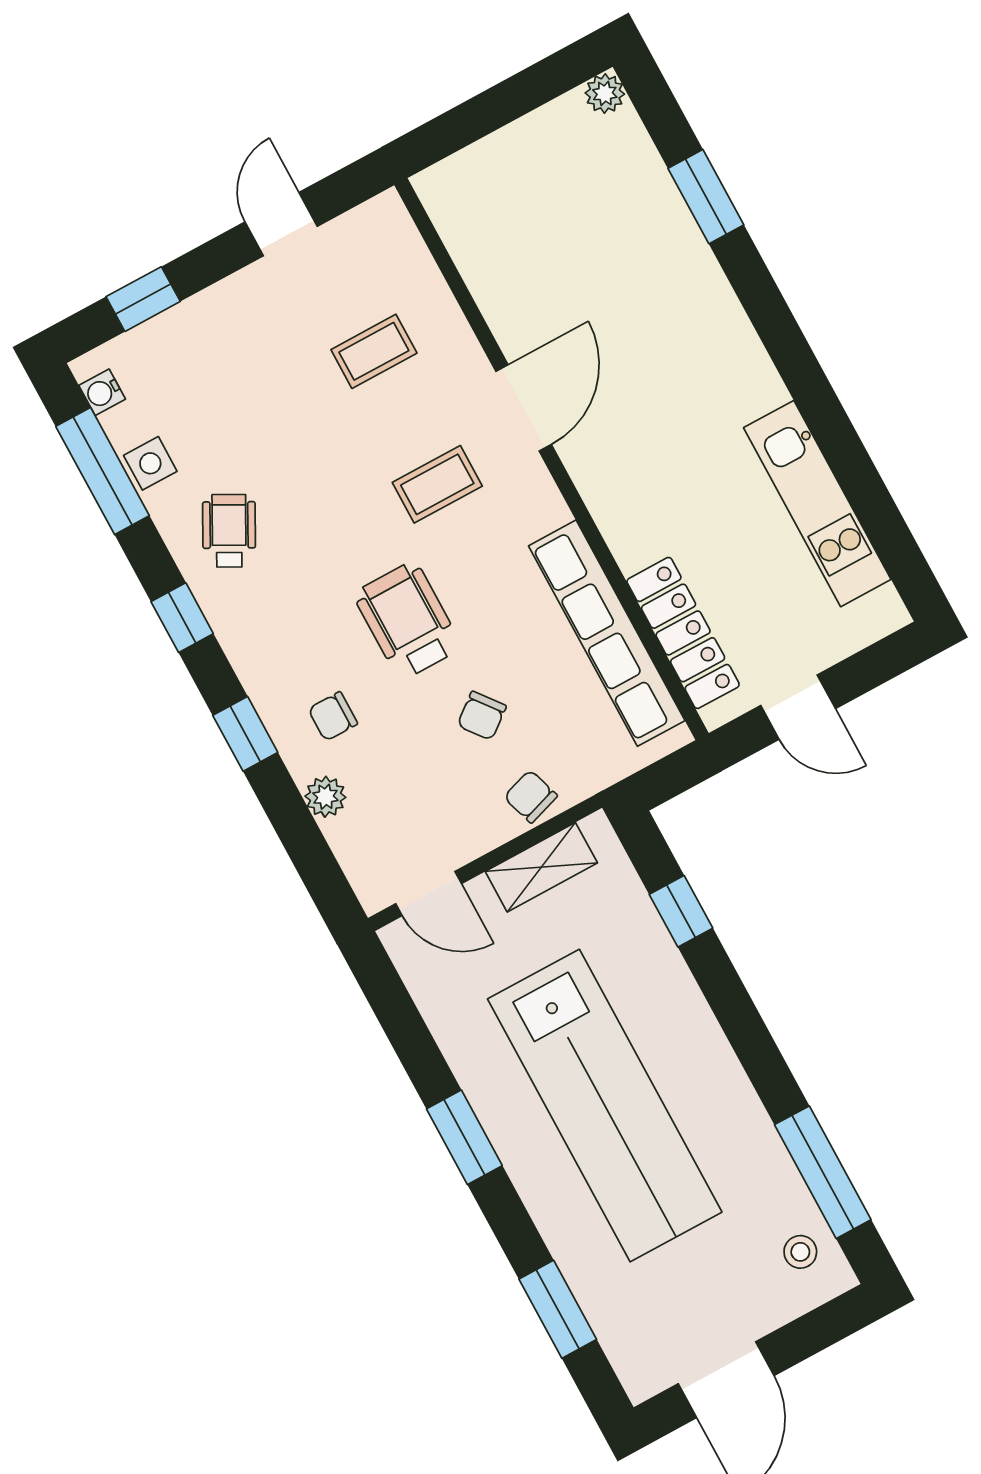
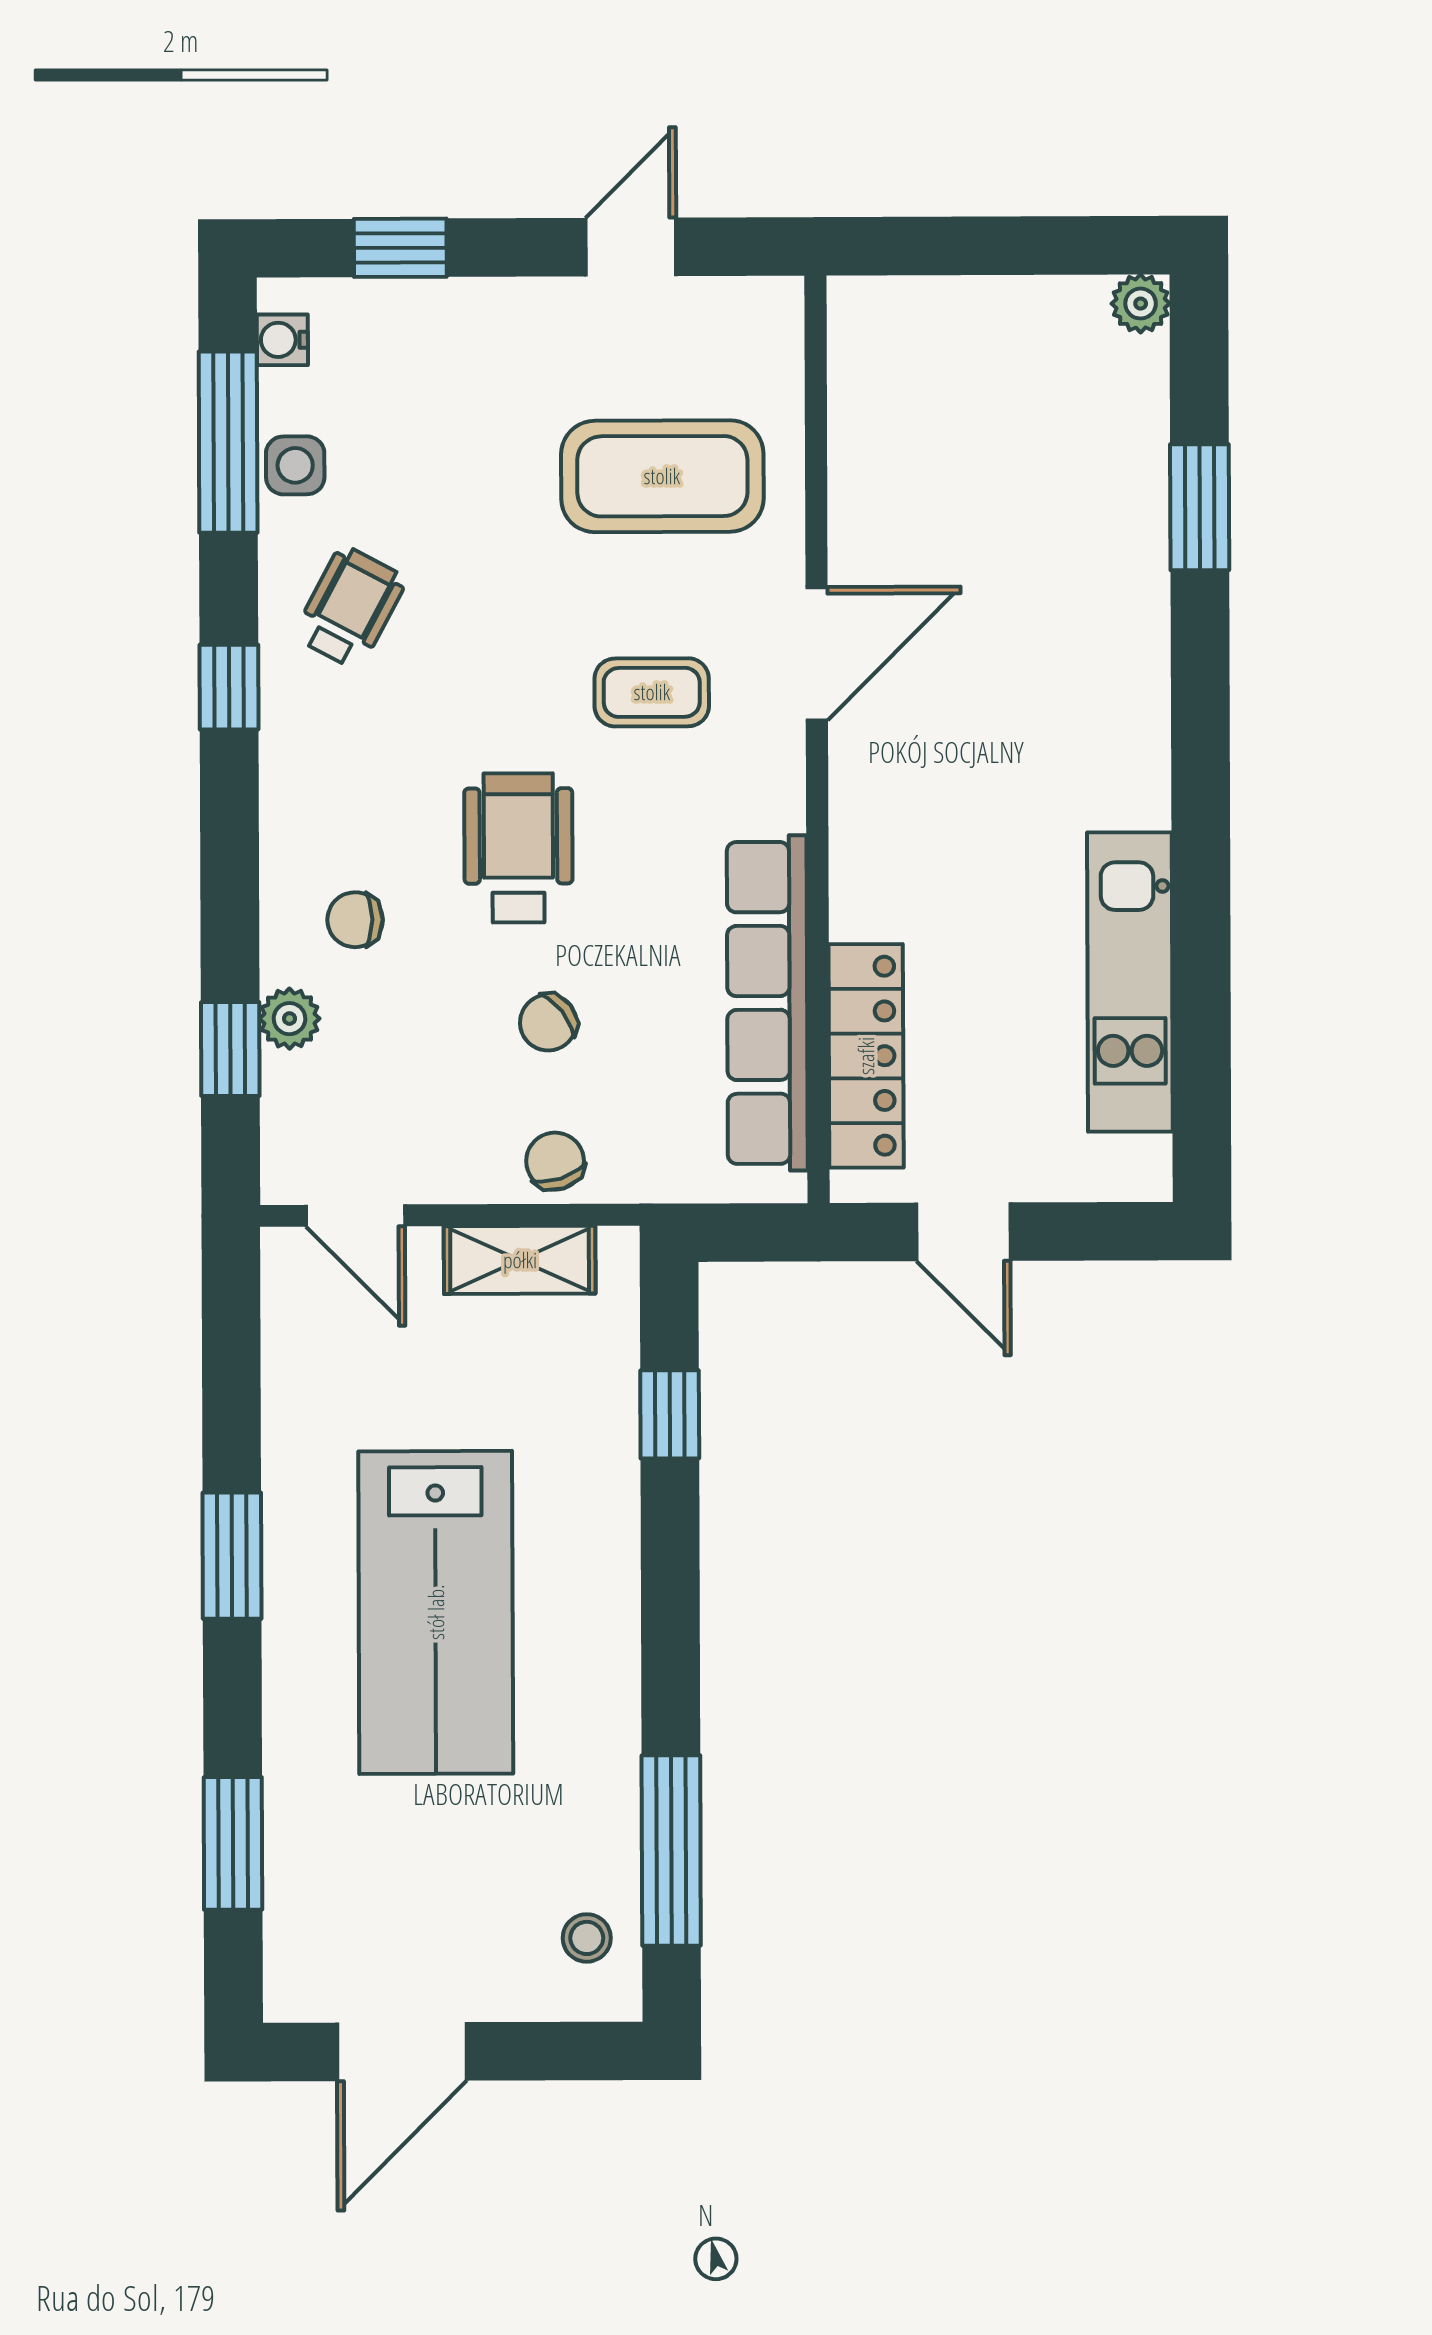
coffee table: (374, 351) -> (662, 476), width x1.86, depth x1.72
window: (245, 734) -> (230, 1049), moved
lab bench: (605, 1105) -> (436, 1612), width x0.73

